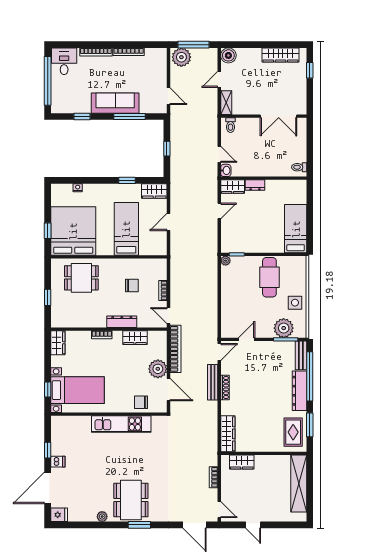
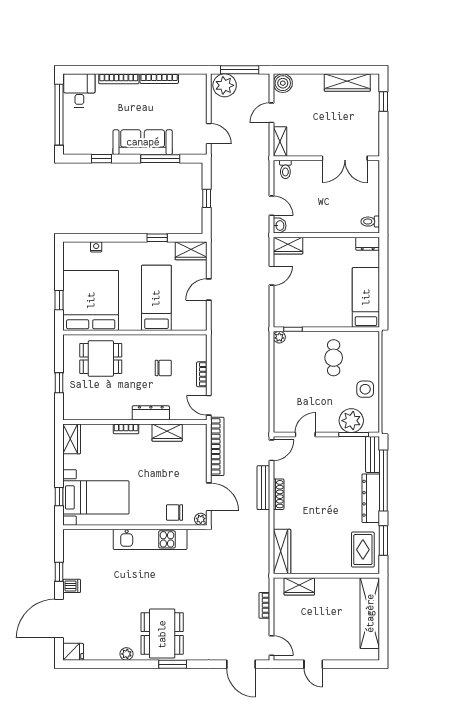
dresser: (255, 185) -> (368, 244), moved
cafe table: (269, 277) -> (334, 358), width x0.73, depth x0.74
plant: (158, 369) -> (201, 519), moved, width x0.53, depth x0.53

